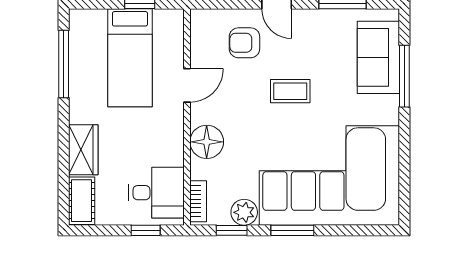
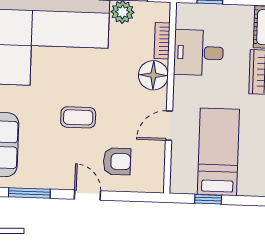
desk: (156, 193) -> (199, 53), moved
bookcase: (198, 201) -> (162, 41), moved

